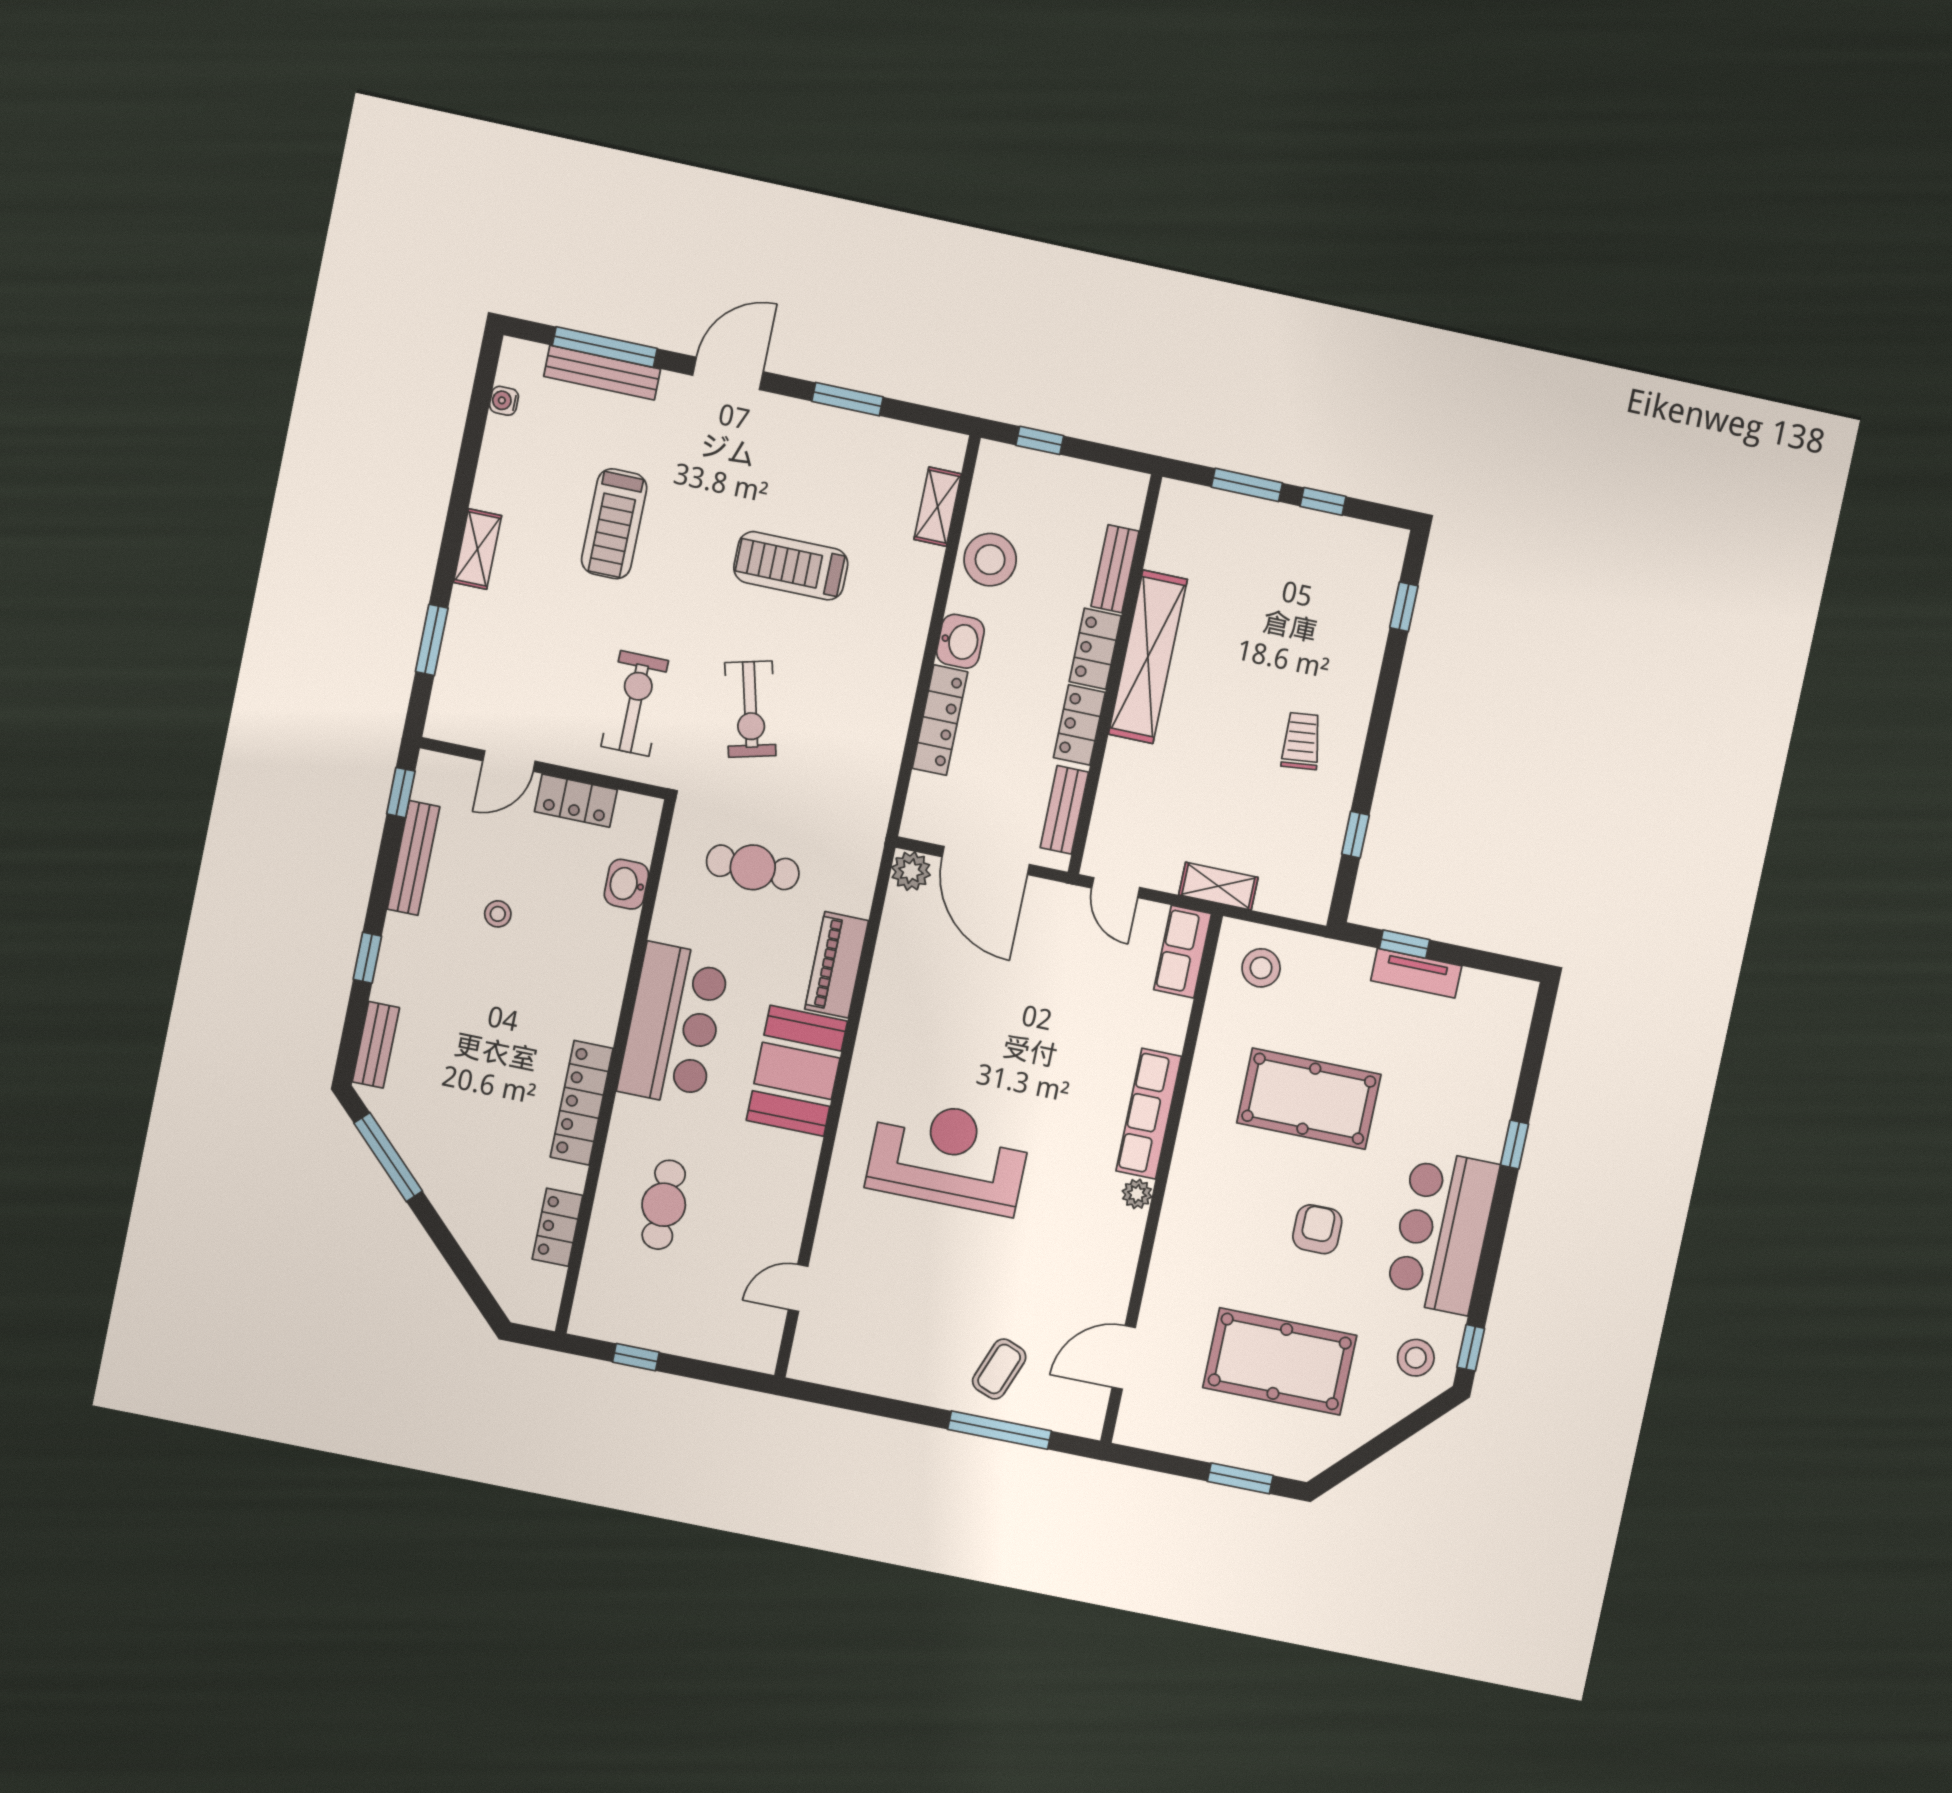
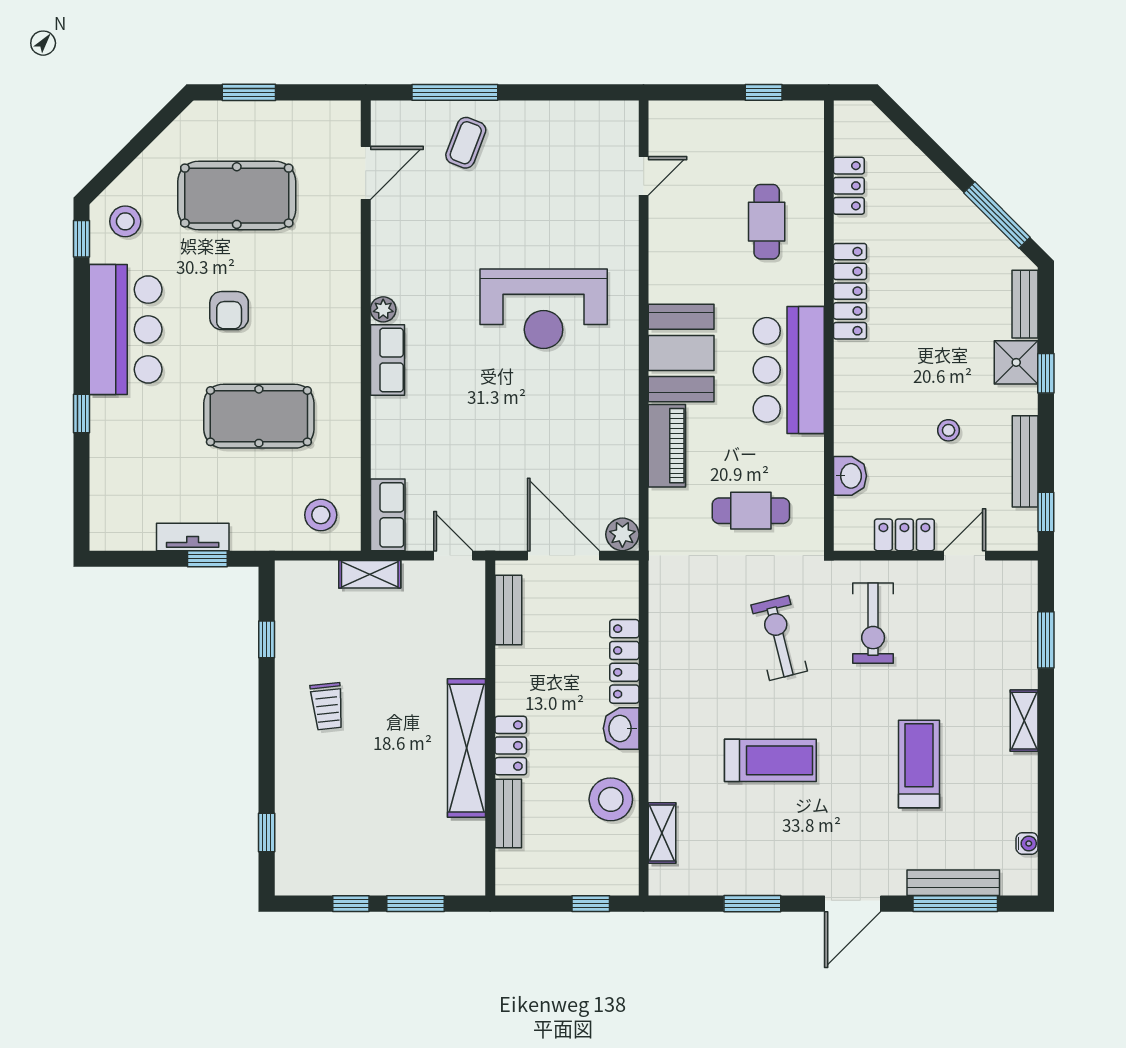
locker: (1079, 725) -> (511, 681), removed
shower: (400, 978) -> (1016, 362), added
row of seats: (1149, 1114) -> (387, 360), width x0.68

